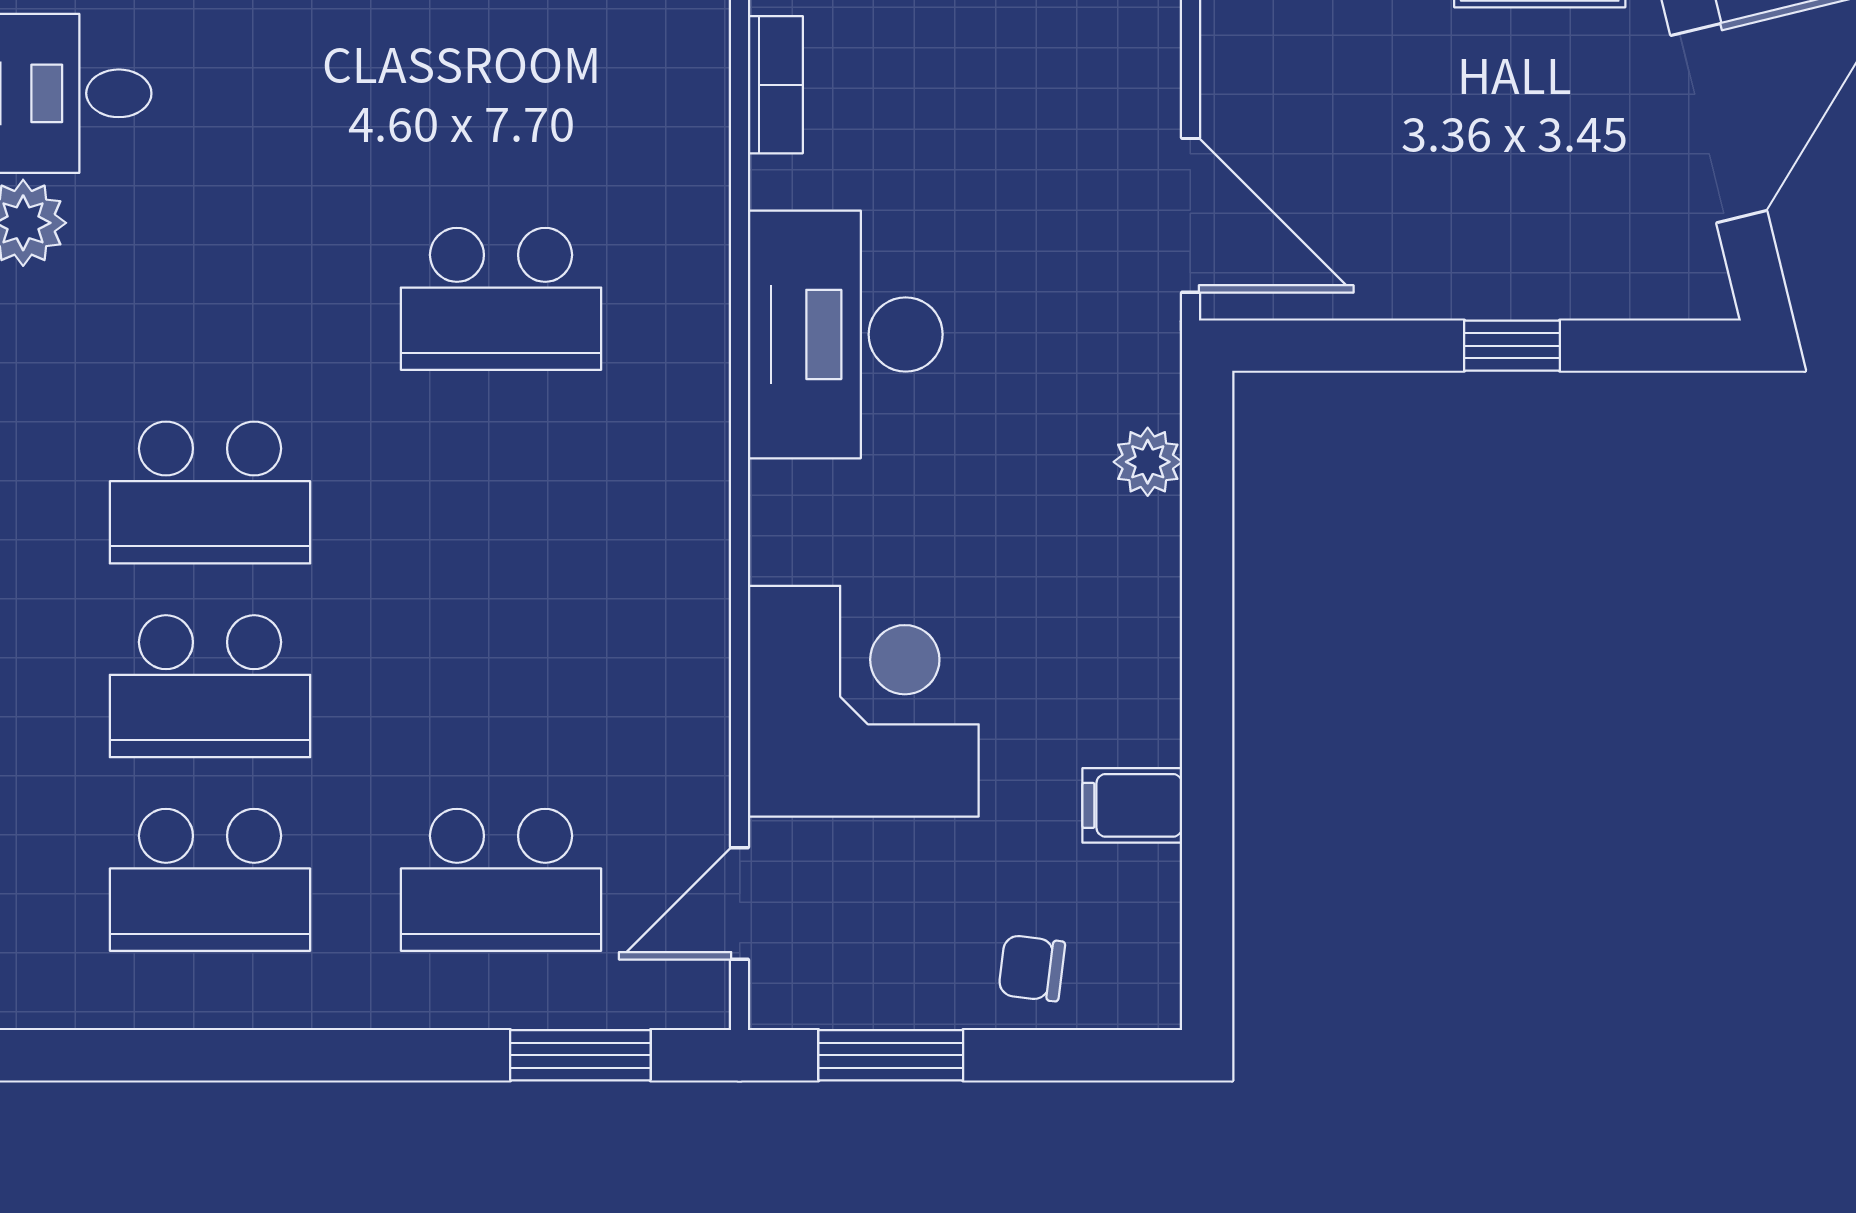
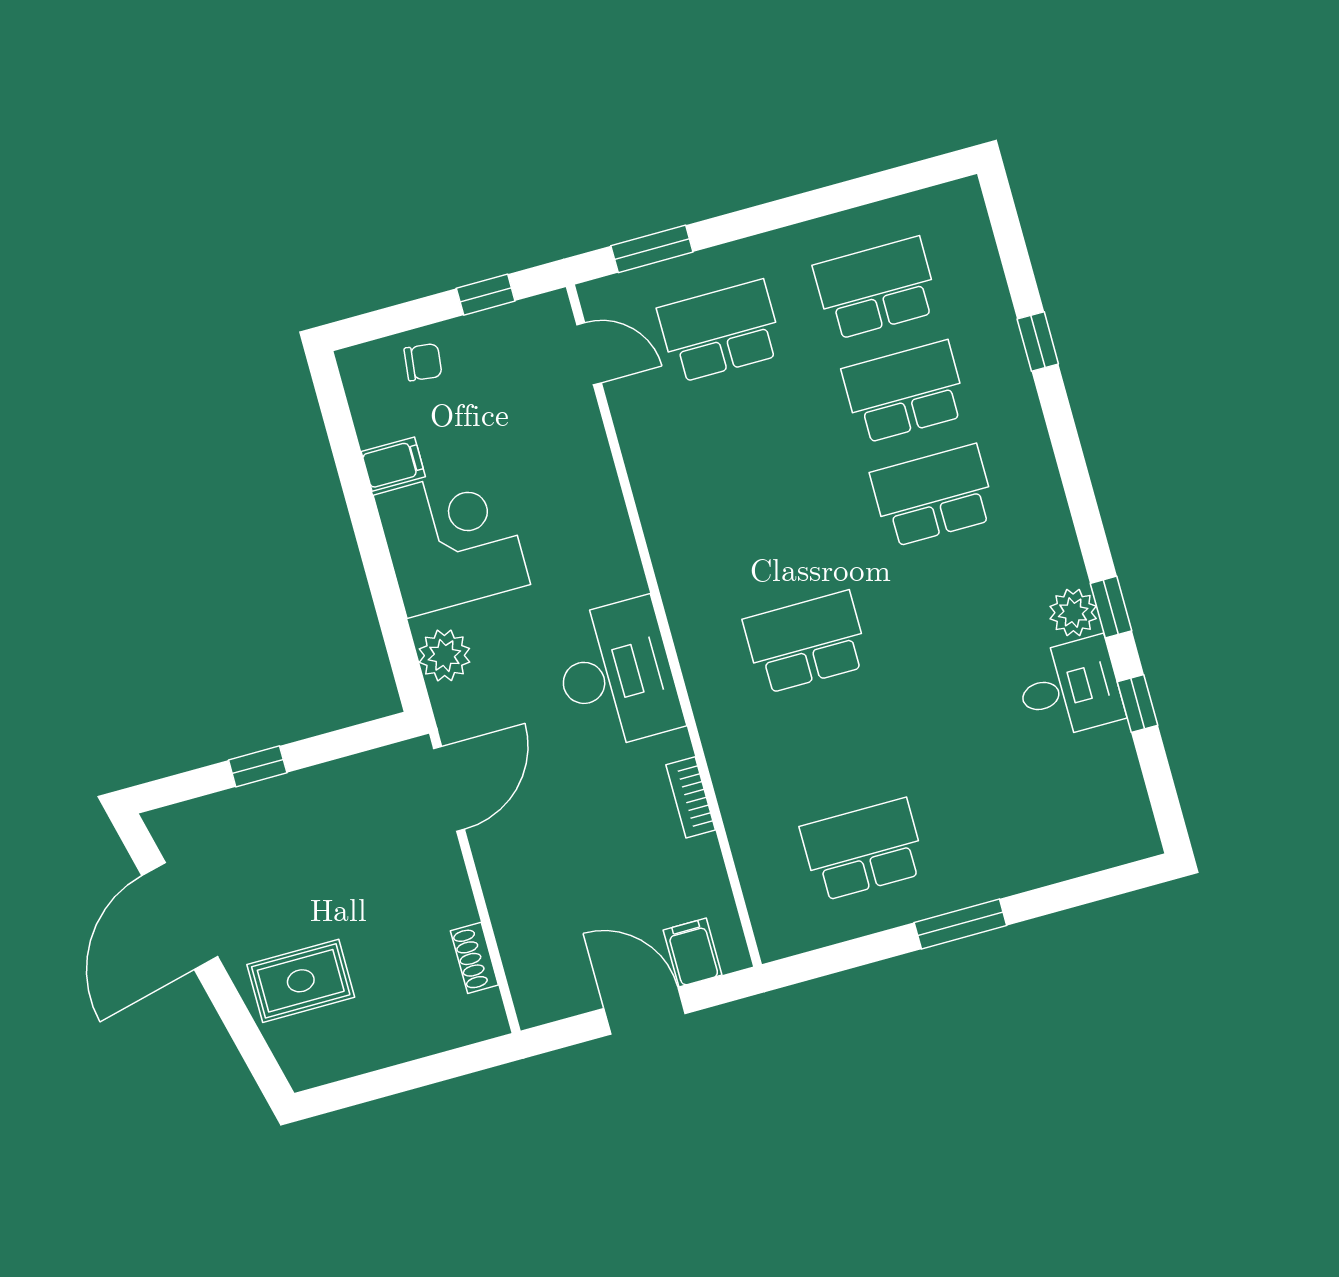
door: (1190, 215) -> (449, 789), swing flipped
plant: (1148, 462) -> (444, 655), width x1.38, depth x1.38
corner desk: (863, 701) -> (452, 540), moved, turned 180
door: (740, 903) -> (589, 354), hinge flipped
window: (891, 1055) -> (486, 295), width x0.67

